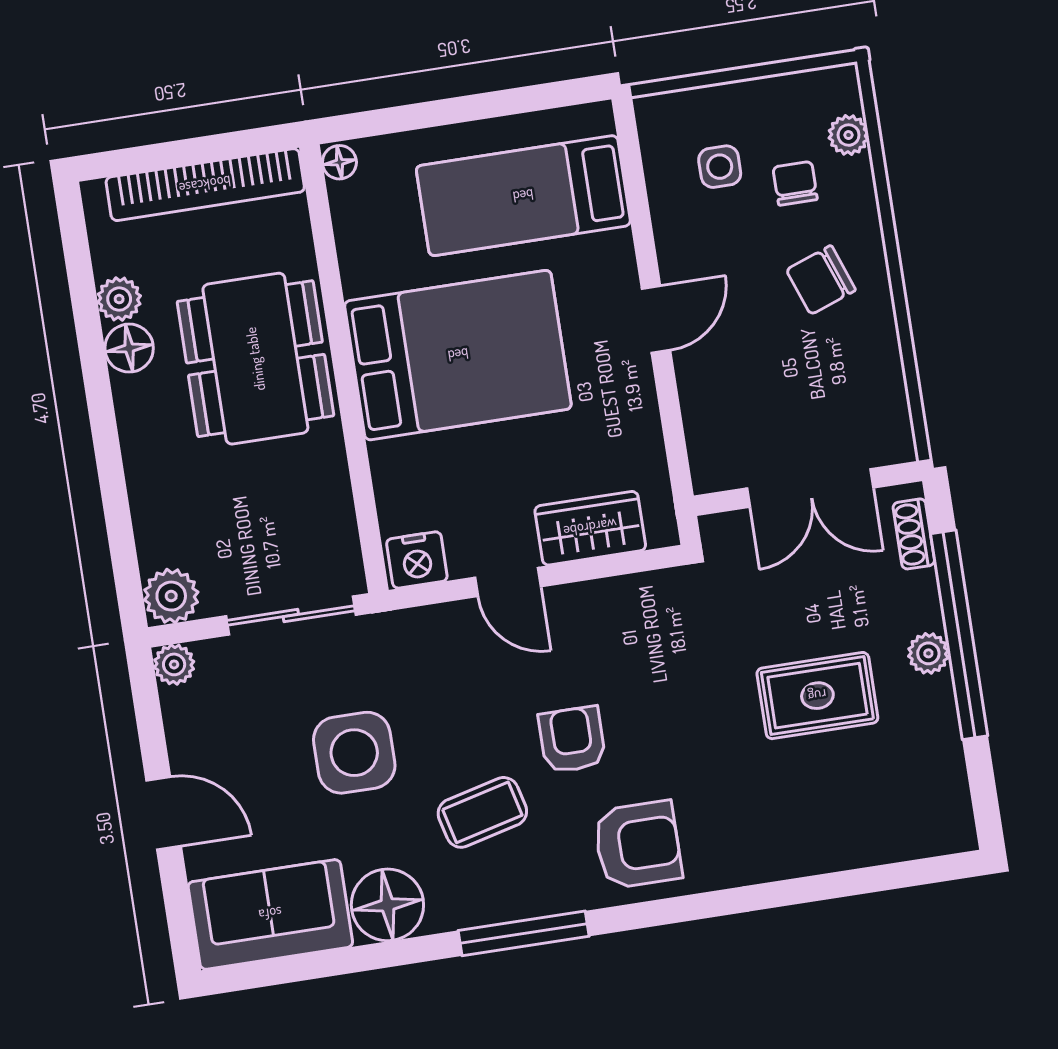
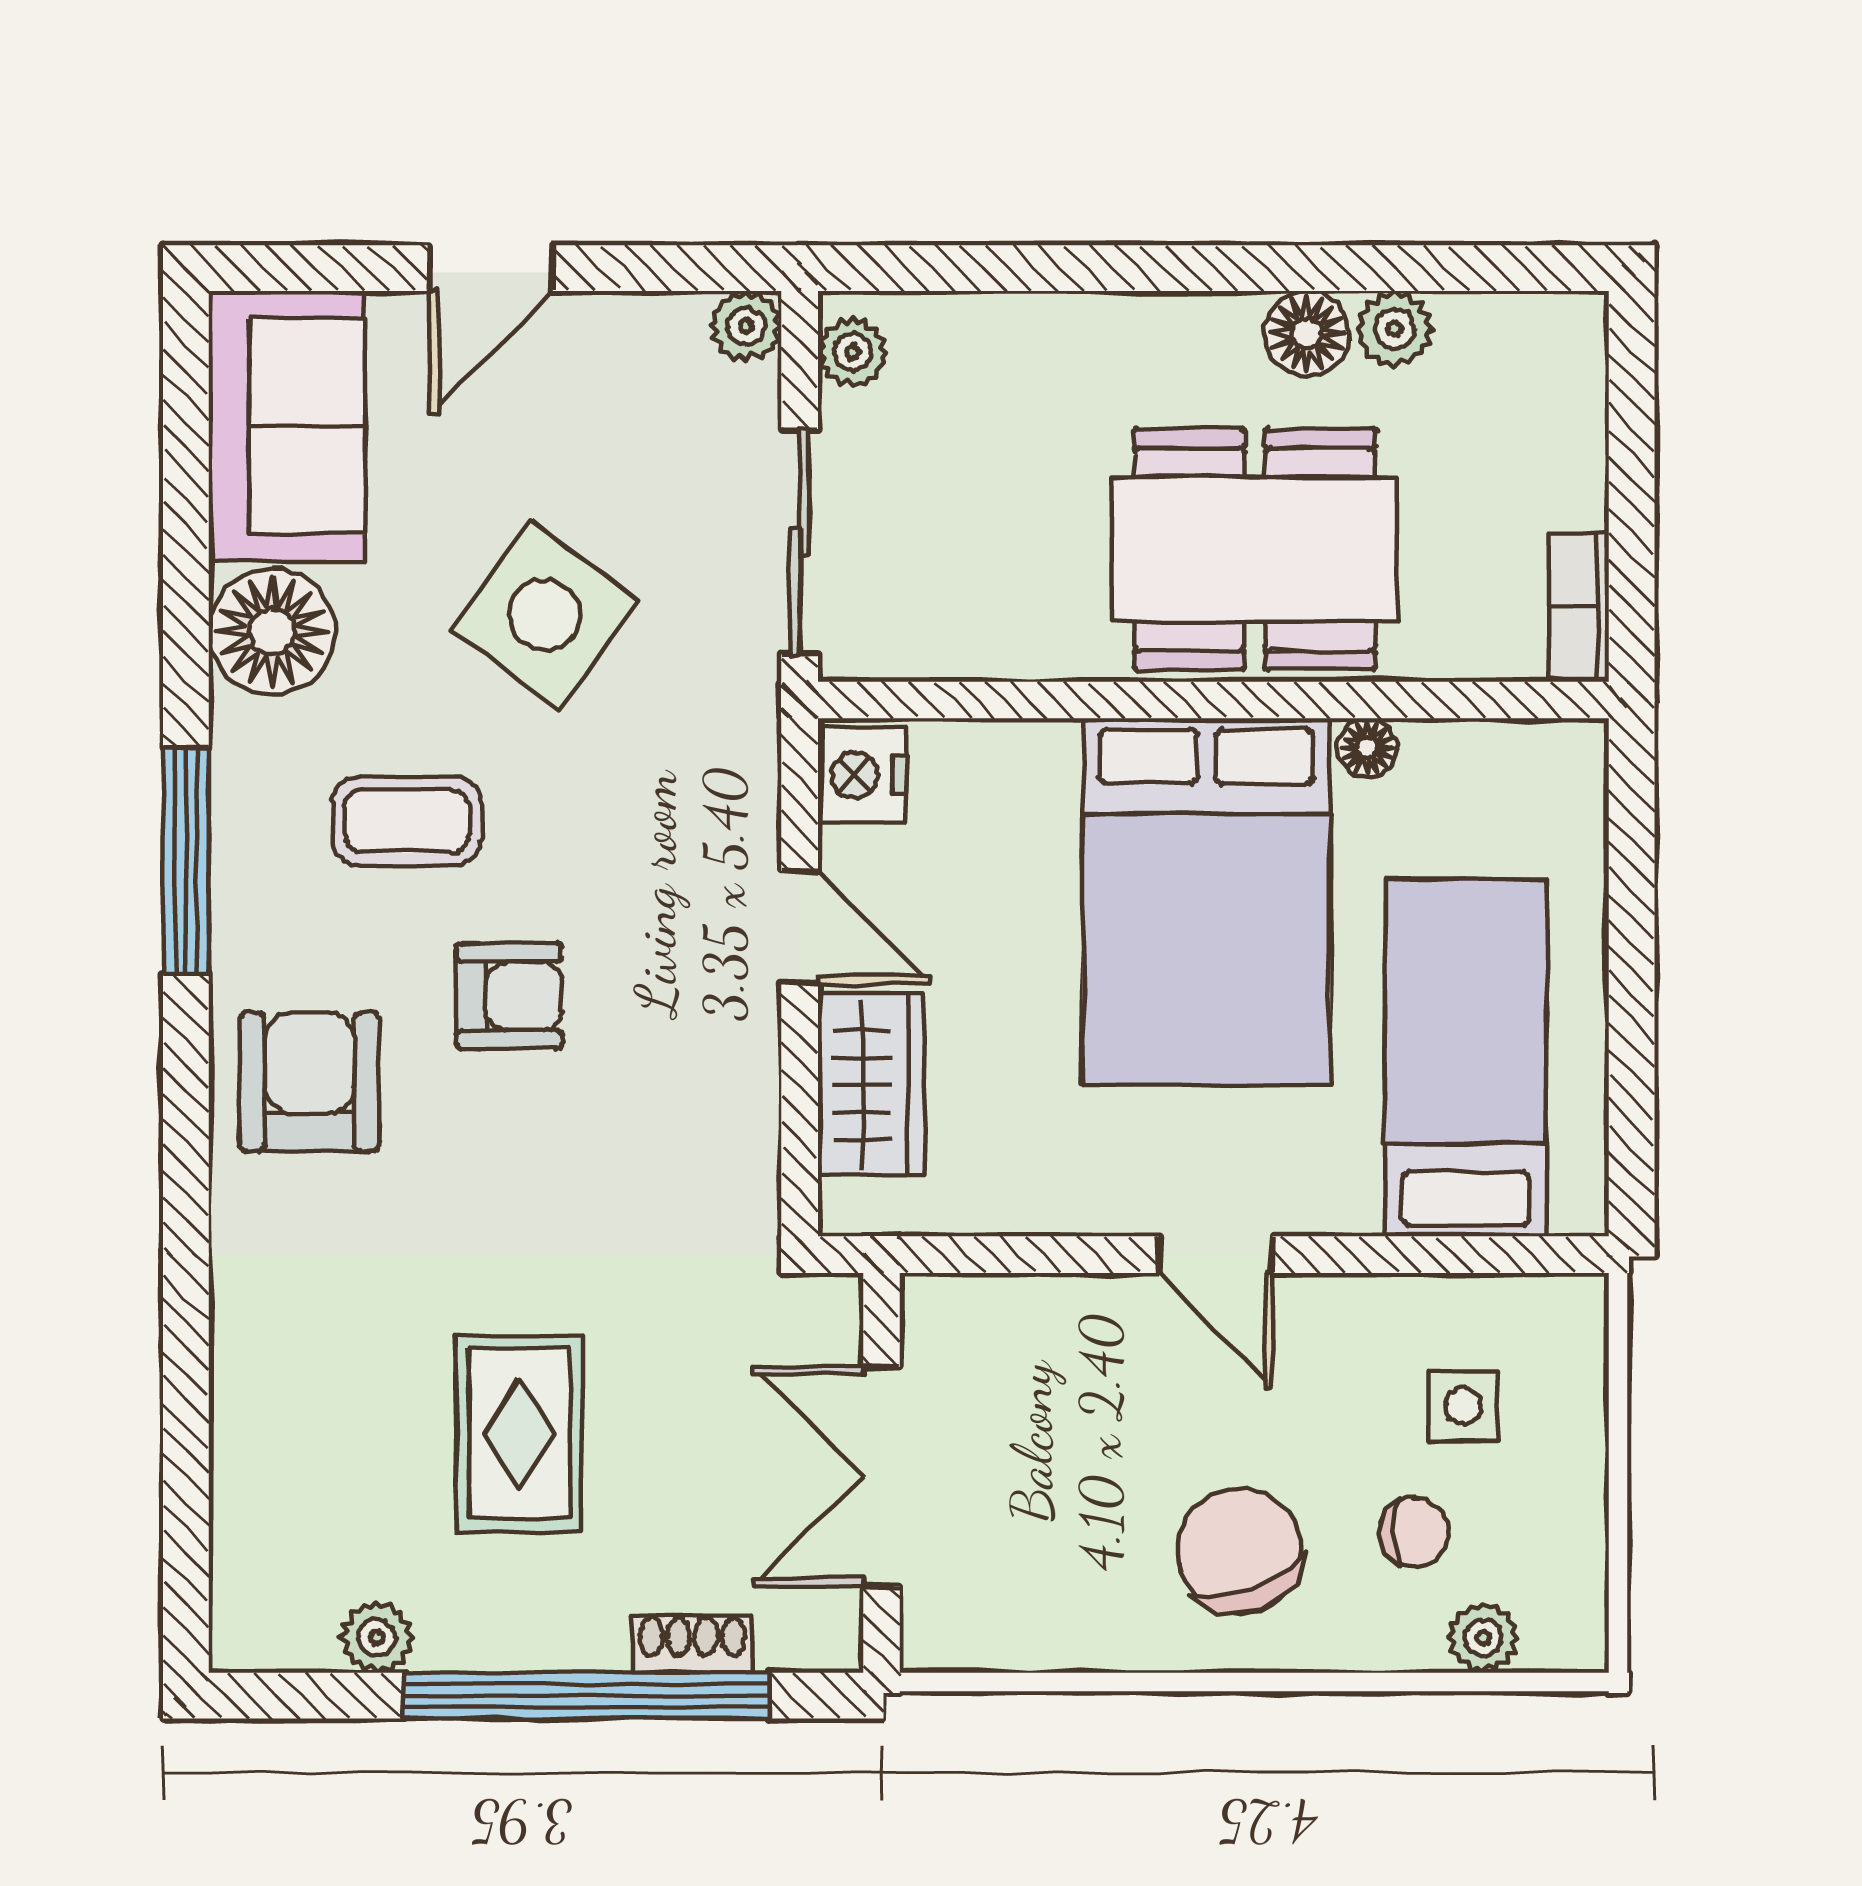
floor lamp: (339, 162) -> (1367, 748), moved
bookcase: (205, 185) -> (1579, 606), width x0.43, depth x0.76
chair: (821, 280) -> (1239, 1551), width x1.37, depth x1.37
shoe rack: (914, 534) -> (692, 1644), moved
door: (508, 582) -> (800, 927), swing flipped
plant: (171, 596) -> (853, 352), width x0.73, depth x0.73
plant: (928, 653) -> (377, 1637), moved
side table: (354, 753) -> (545, 615), turned 37
coffee table: (482, 812) -> (407, 821), turned -76
armchair: (638, 845) -> (309, 1082), turned 180

